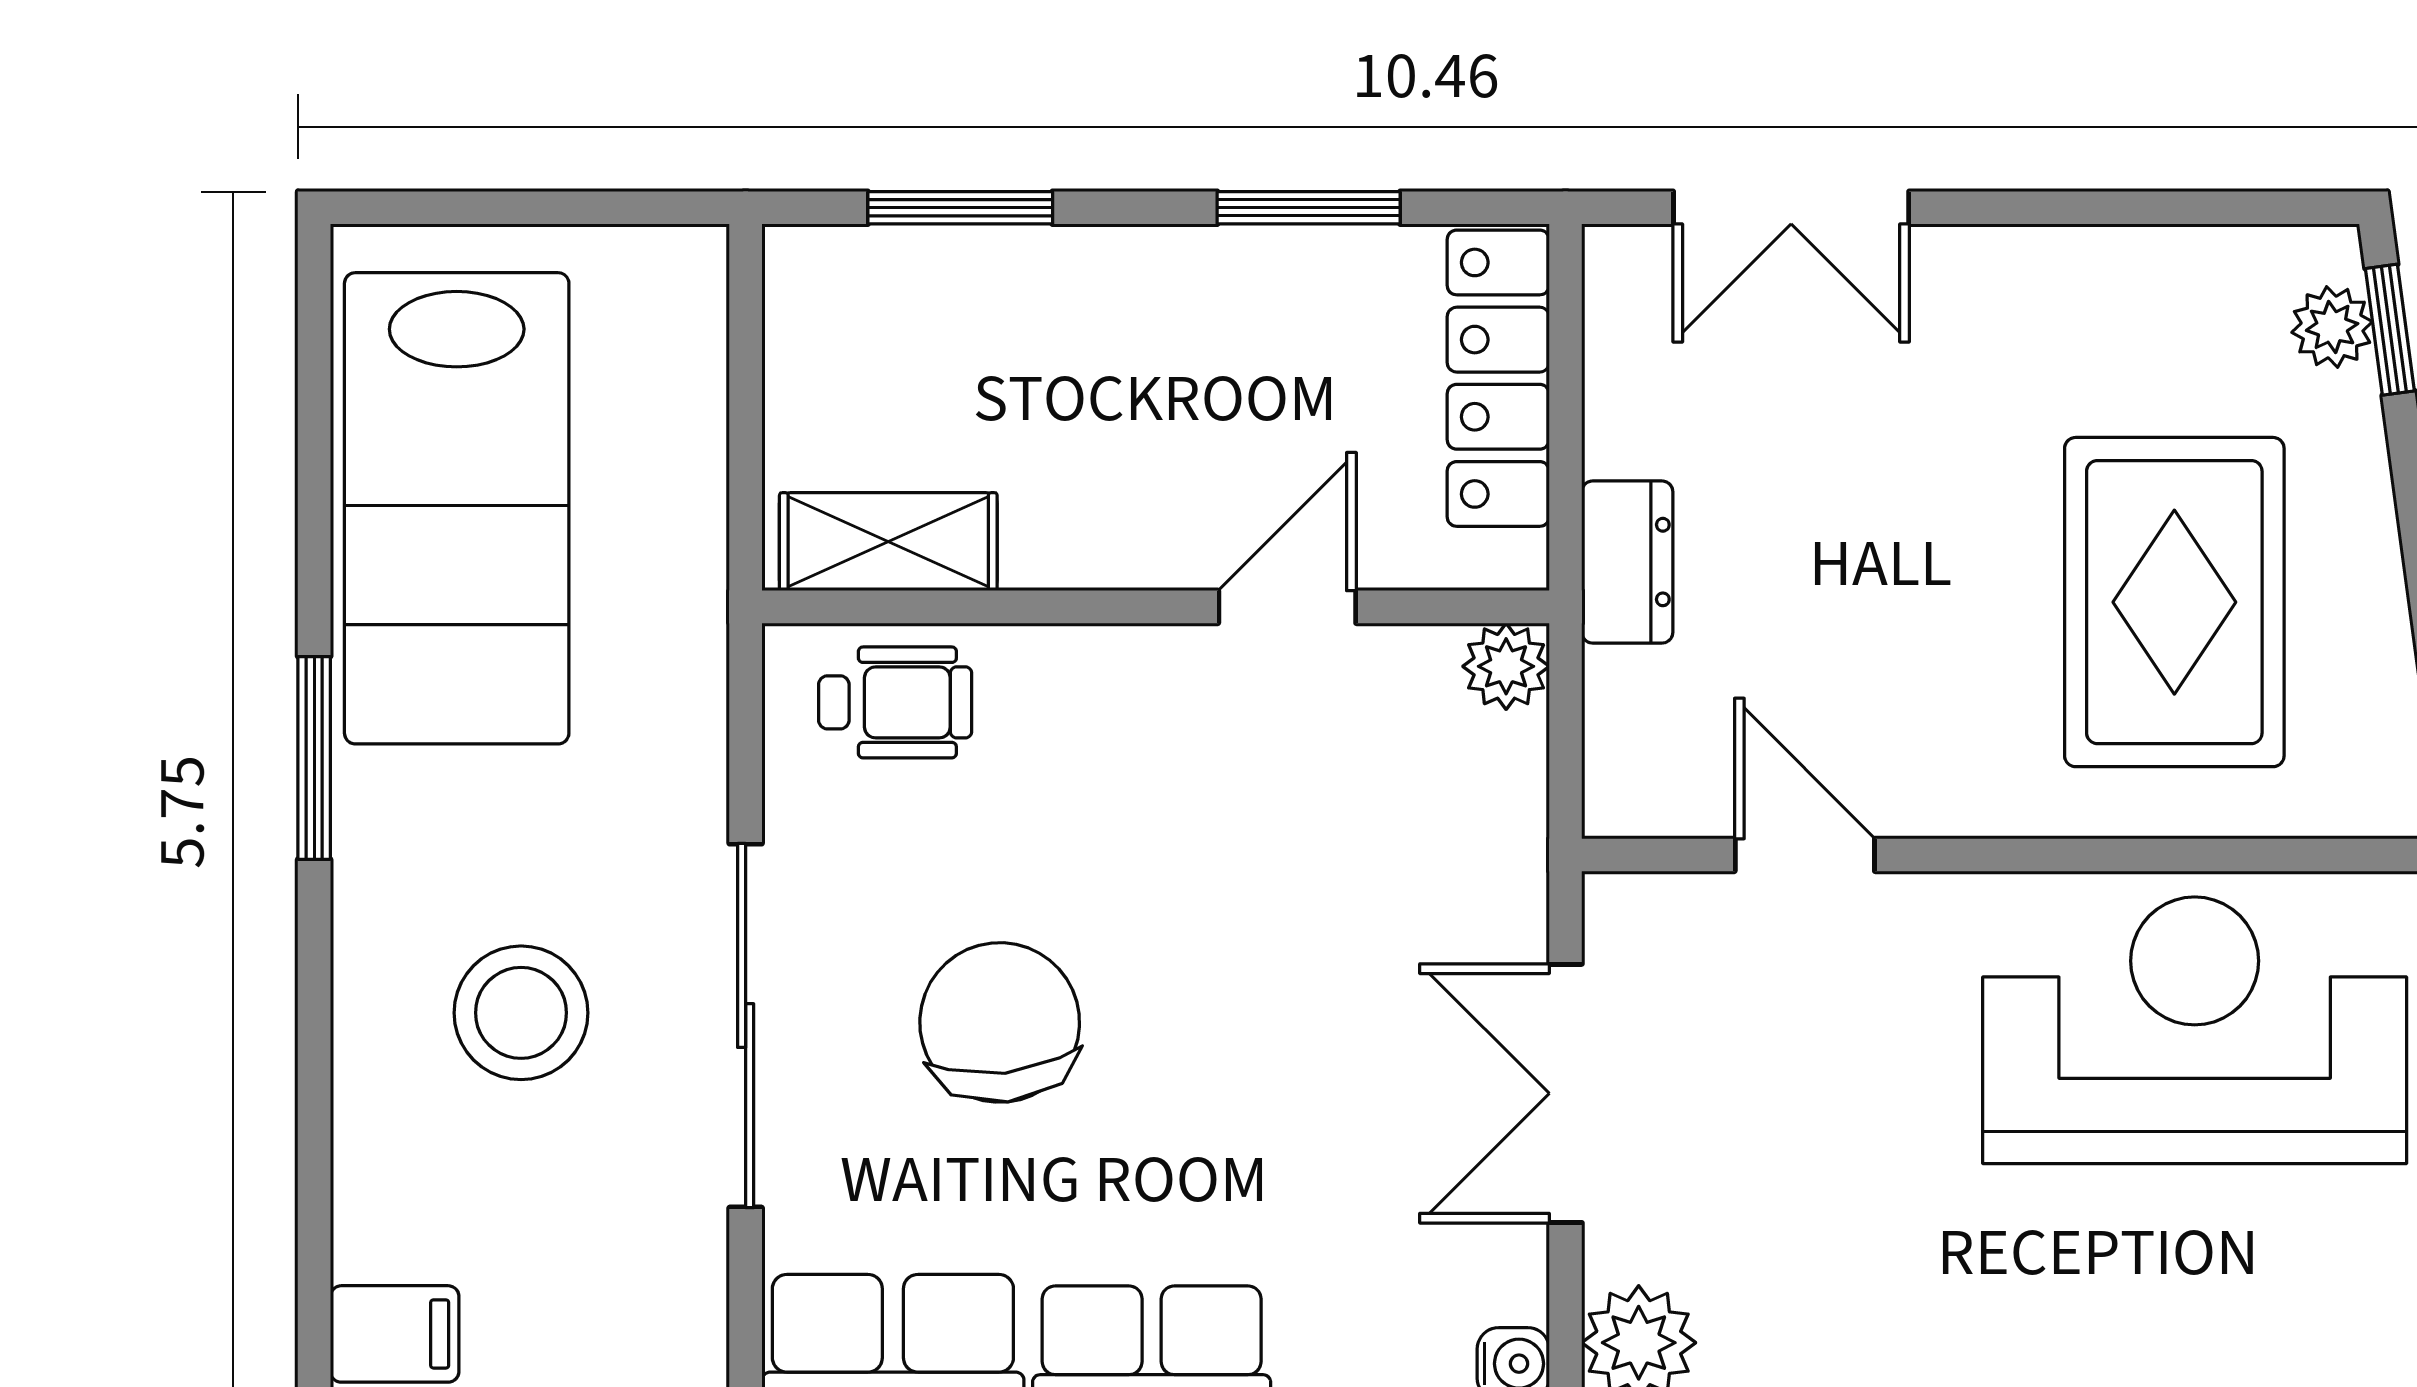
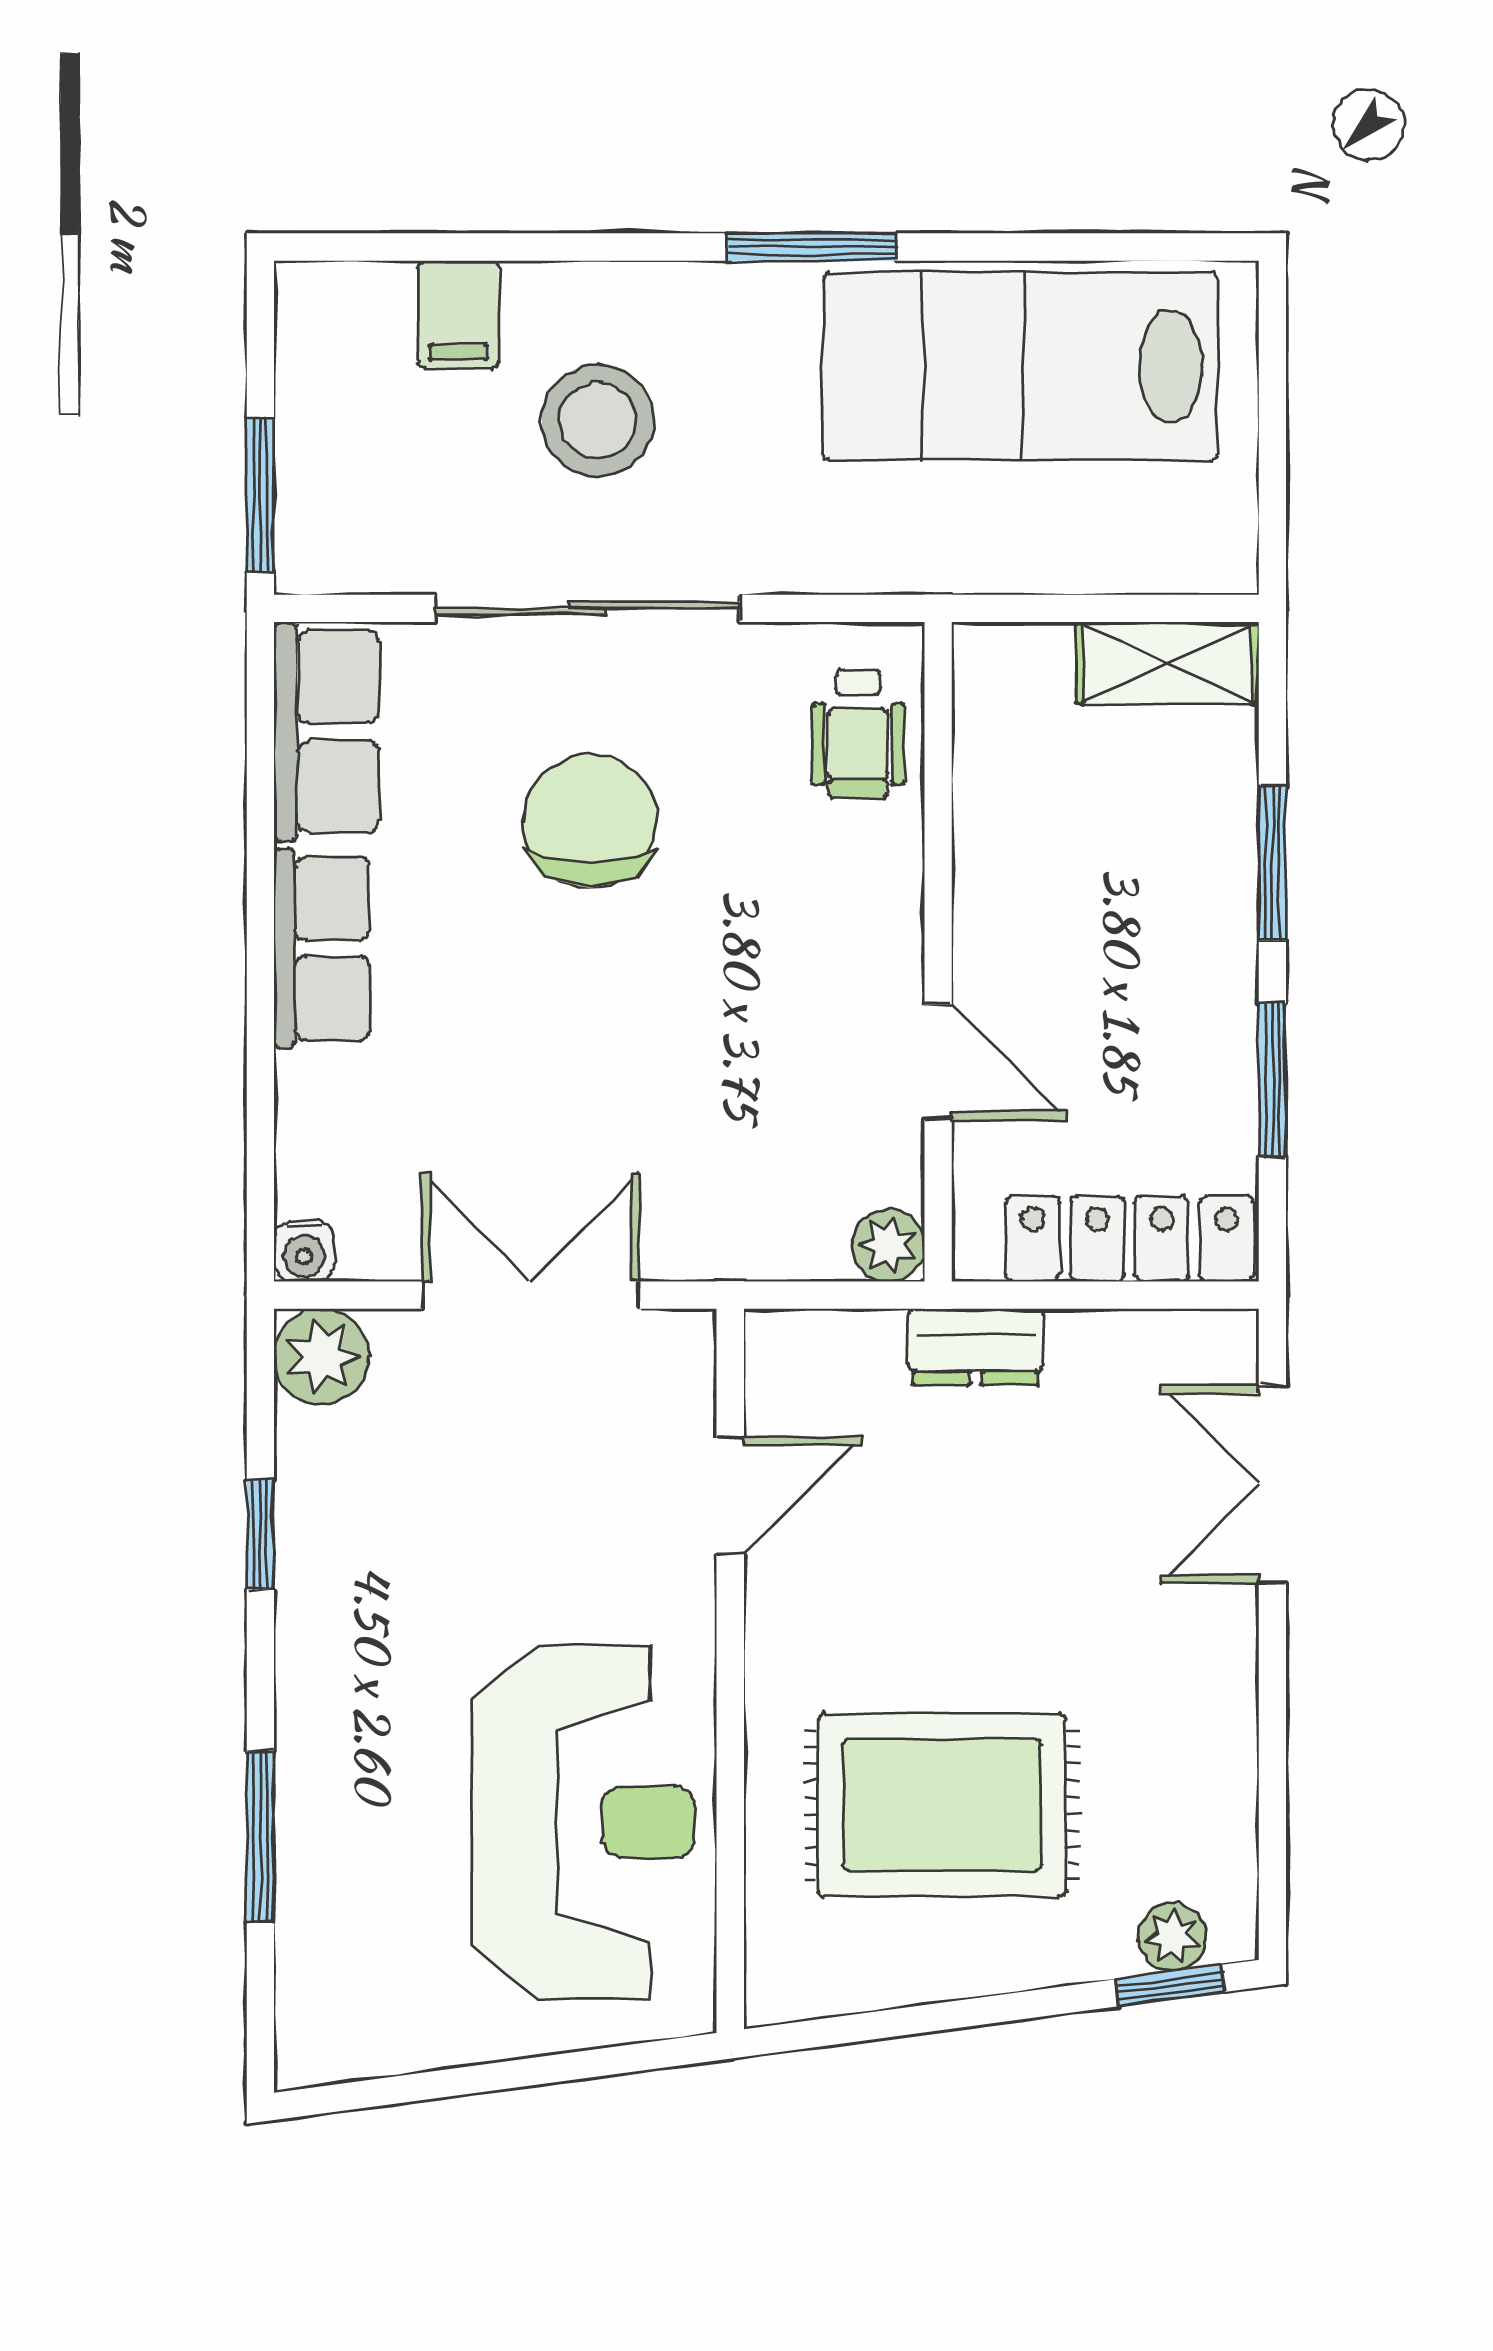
window: (960, 208) -> (1272, 863), moved
shelving: (888, 542) -> (1168, 663), moved, turned 90
chair: (1000, 1022) -> (590, 821), turned -84
filing cabinet: (395, 1334) -> (458, 314), moved

